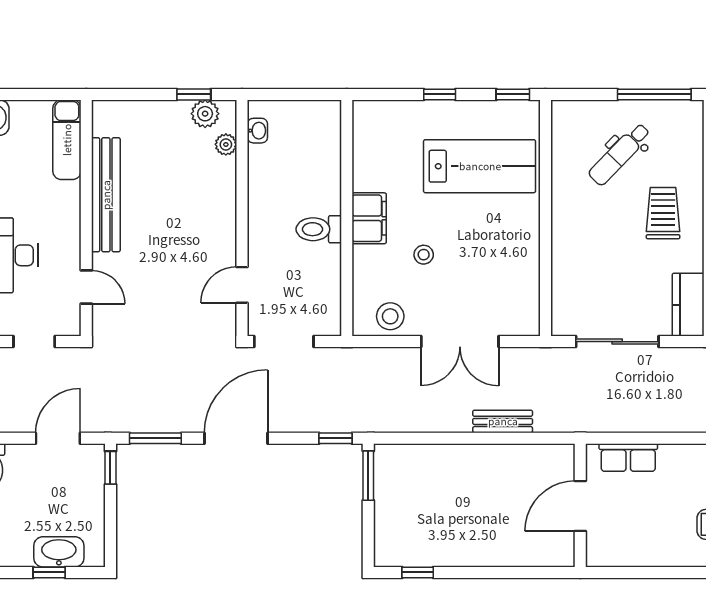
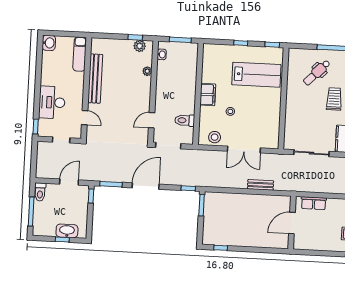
window: (299, 94) -> (180, 40), added
plant: (226, 144) -> (147, 71), moved
toilet: (319, 229) -> (185, 120), moved

